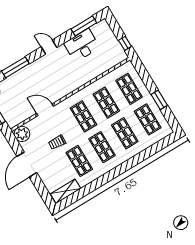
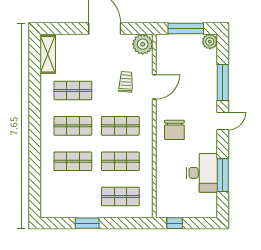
window: (84, 26) -> (223, 175), moved
door: (49, 47) -> (223, 121), moved
chair: (65, 80) -> (174, 130), added
shop shelf: (148, 119) -> (73, 197), removed
trolley: (57, 142) -> (126, 82), moved

